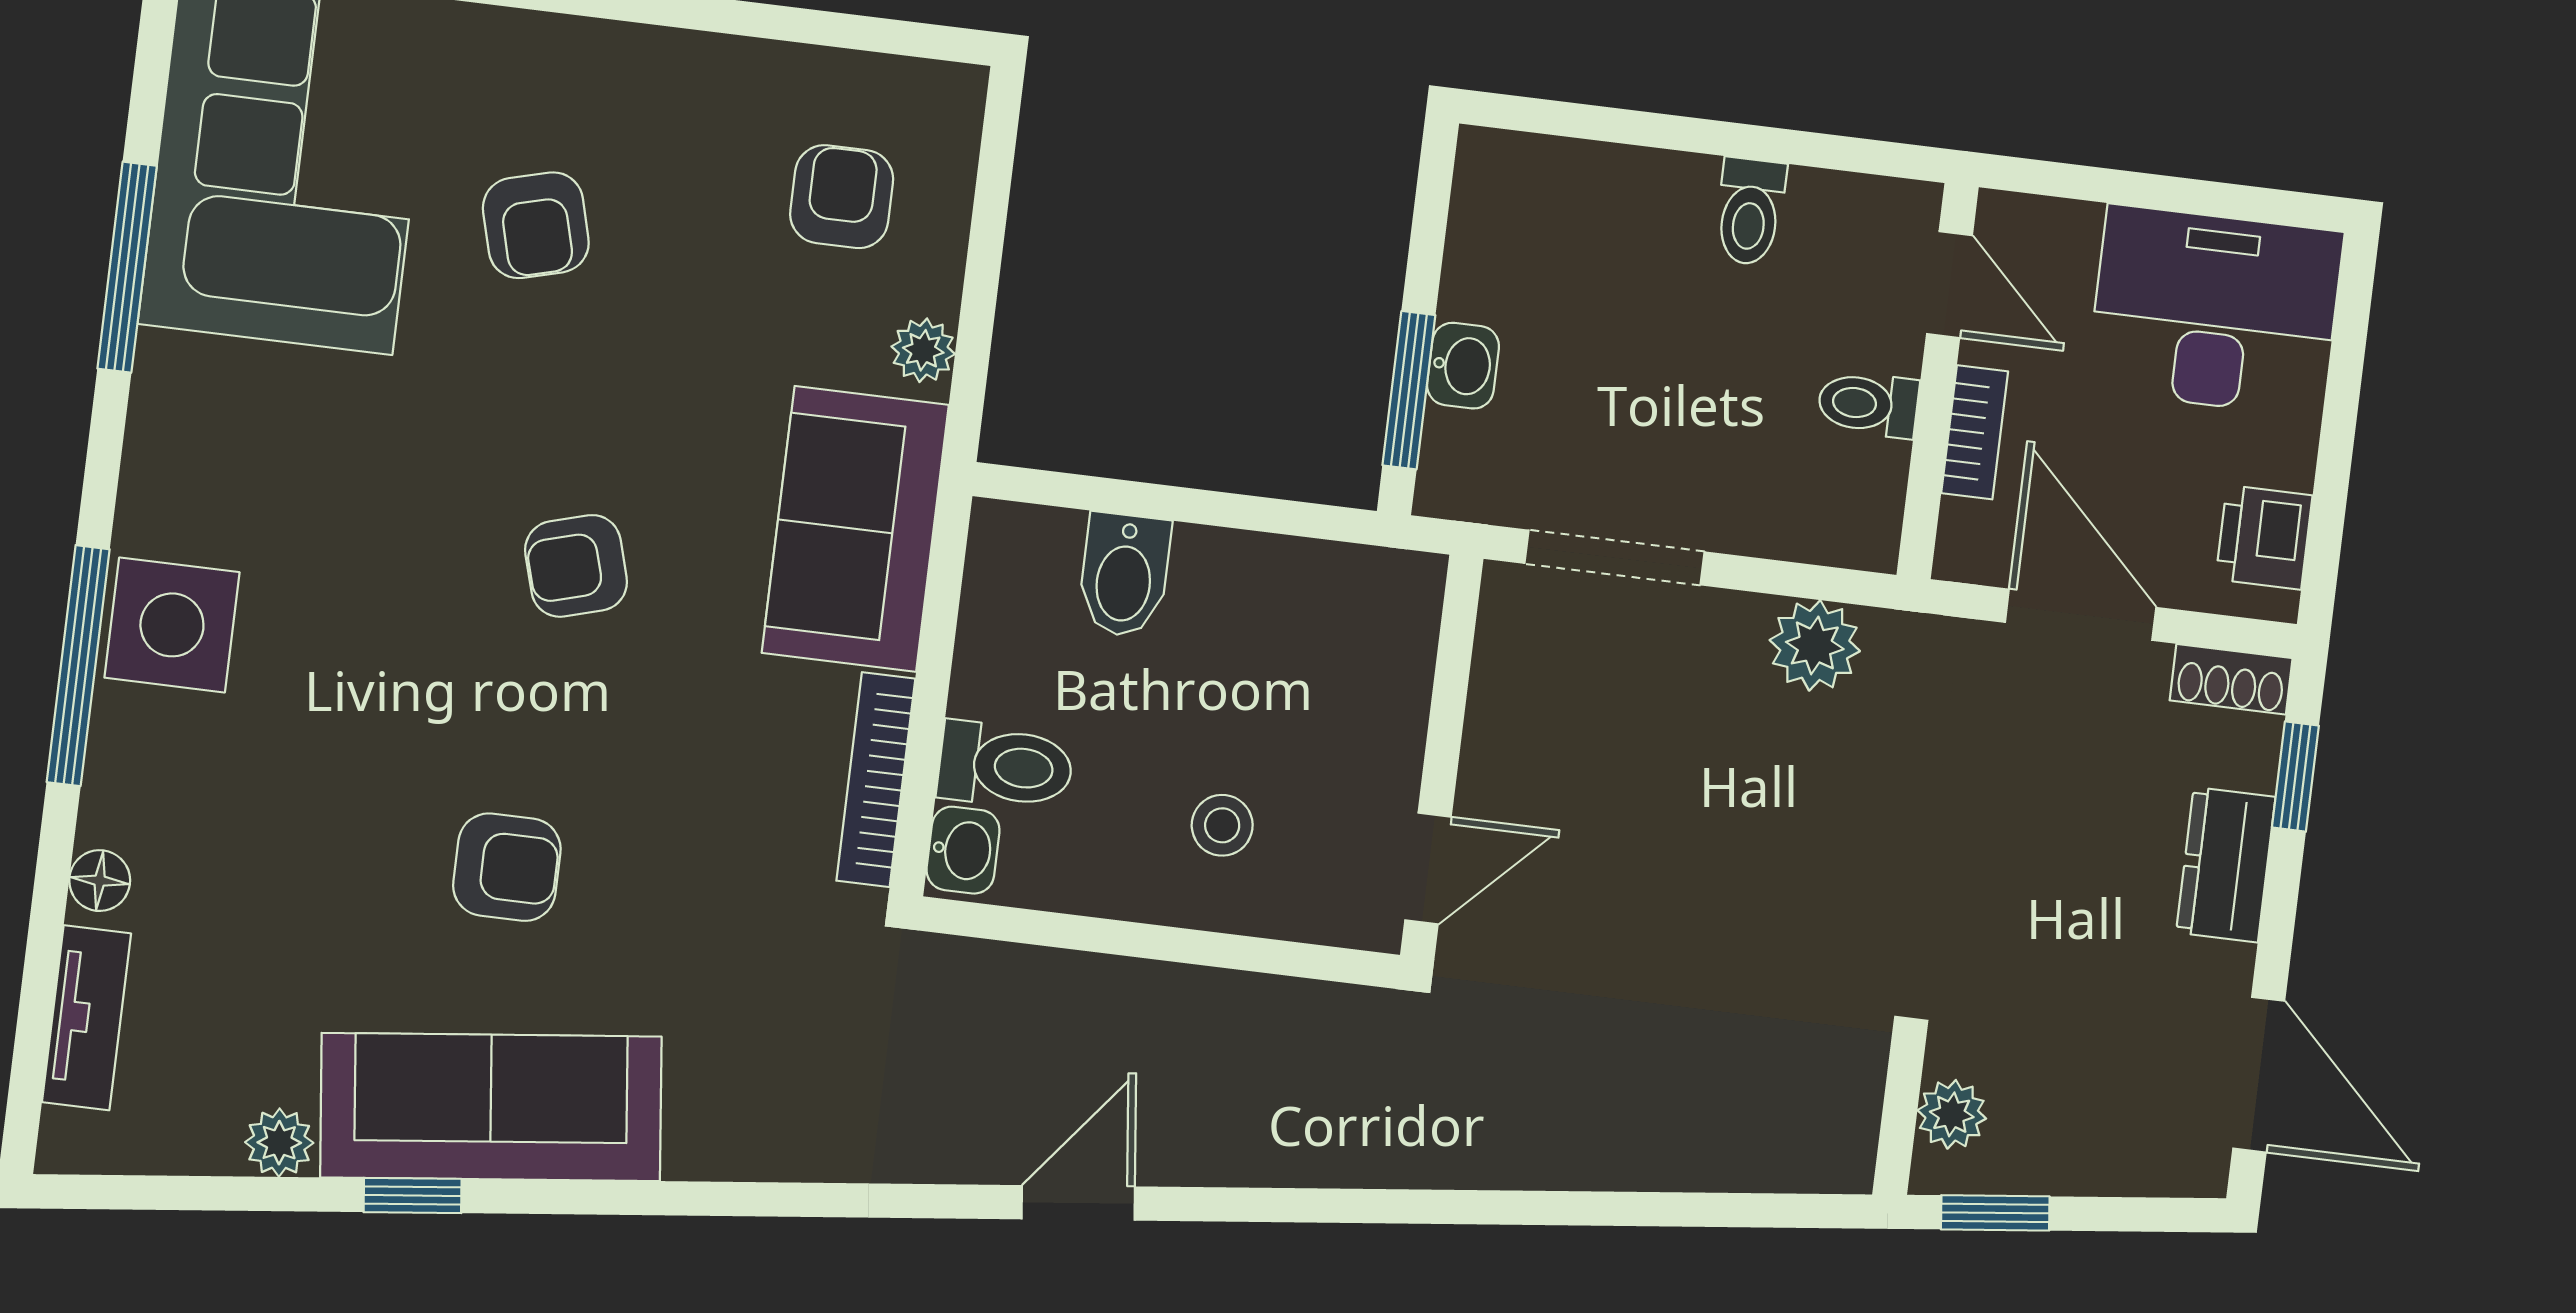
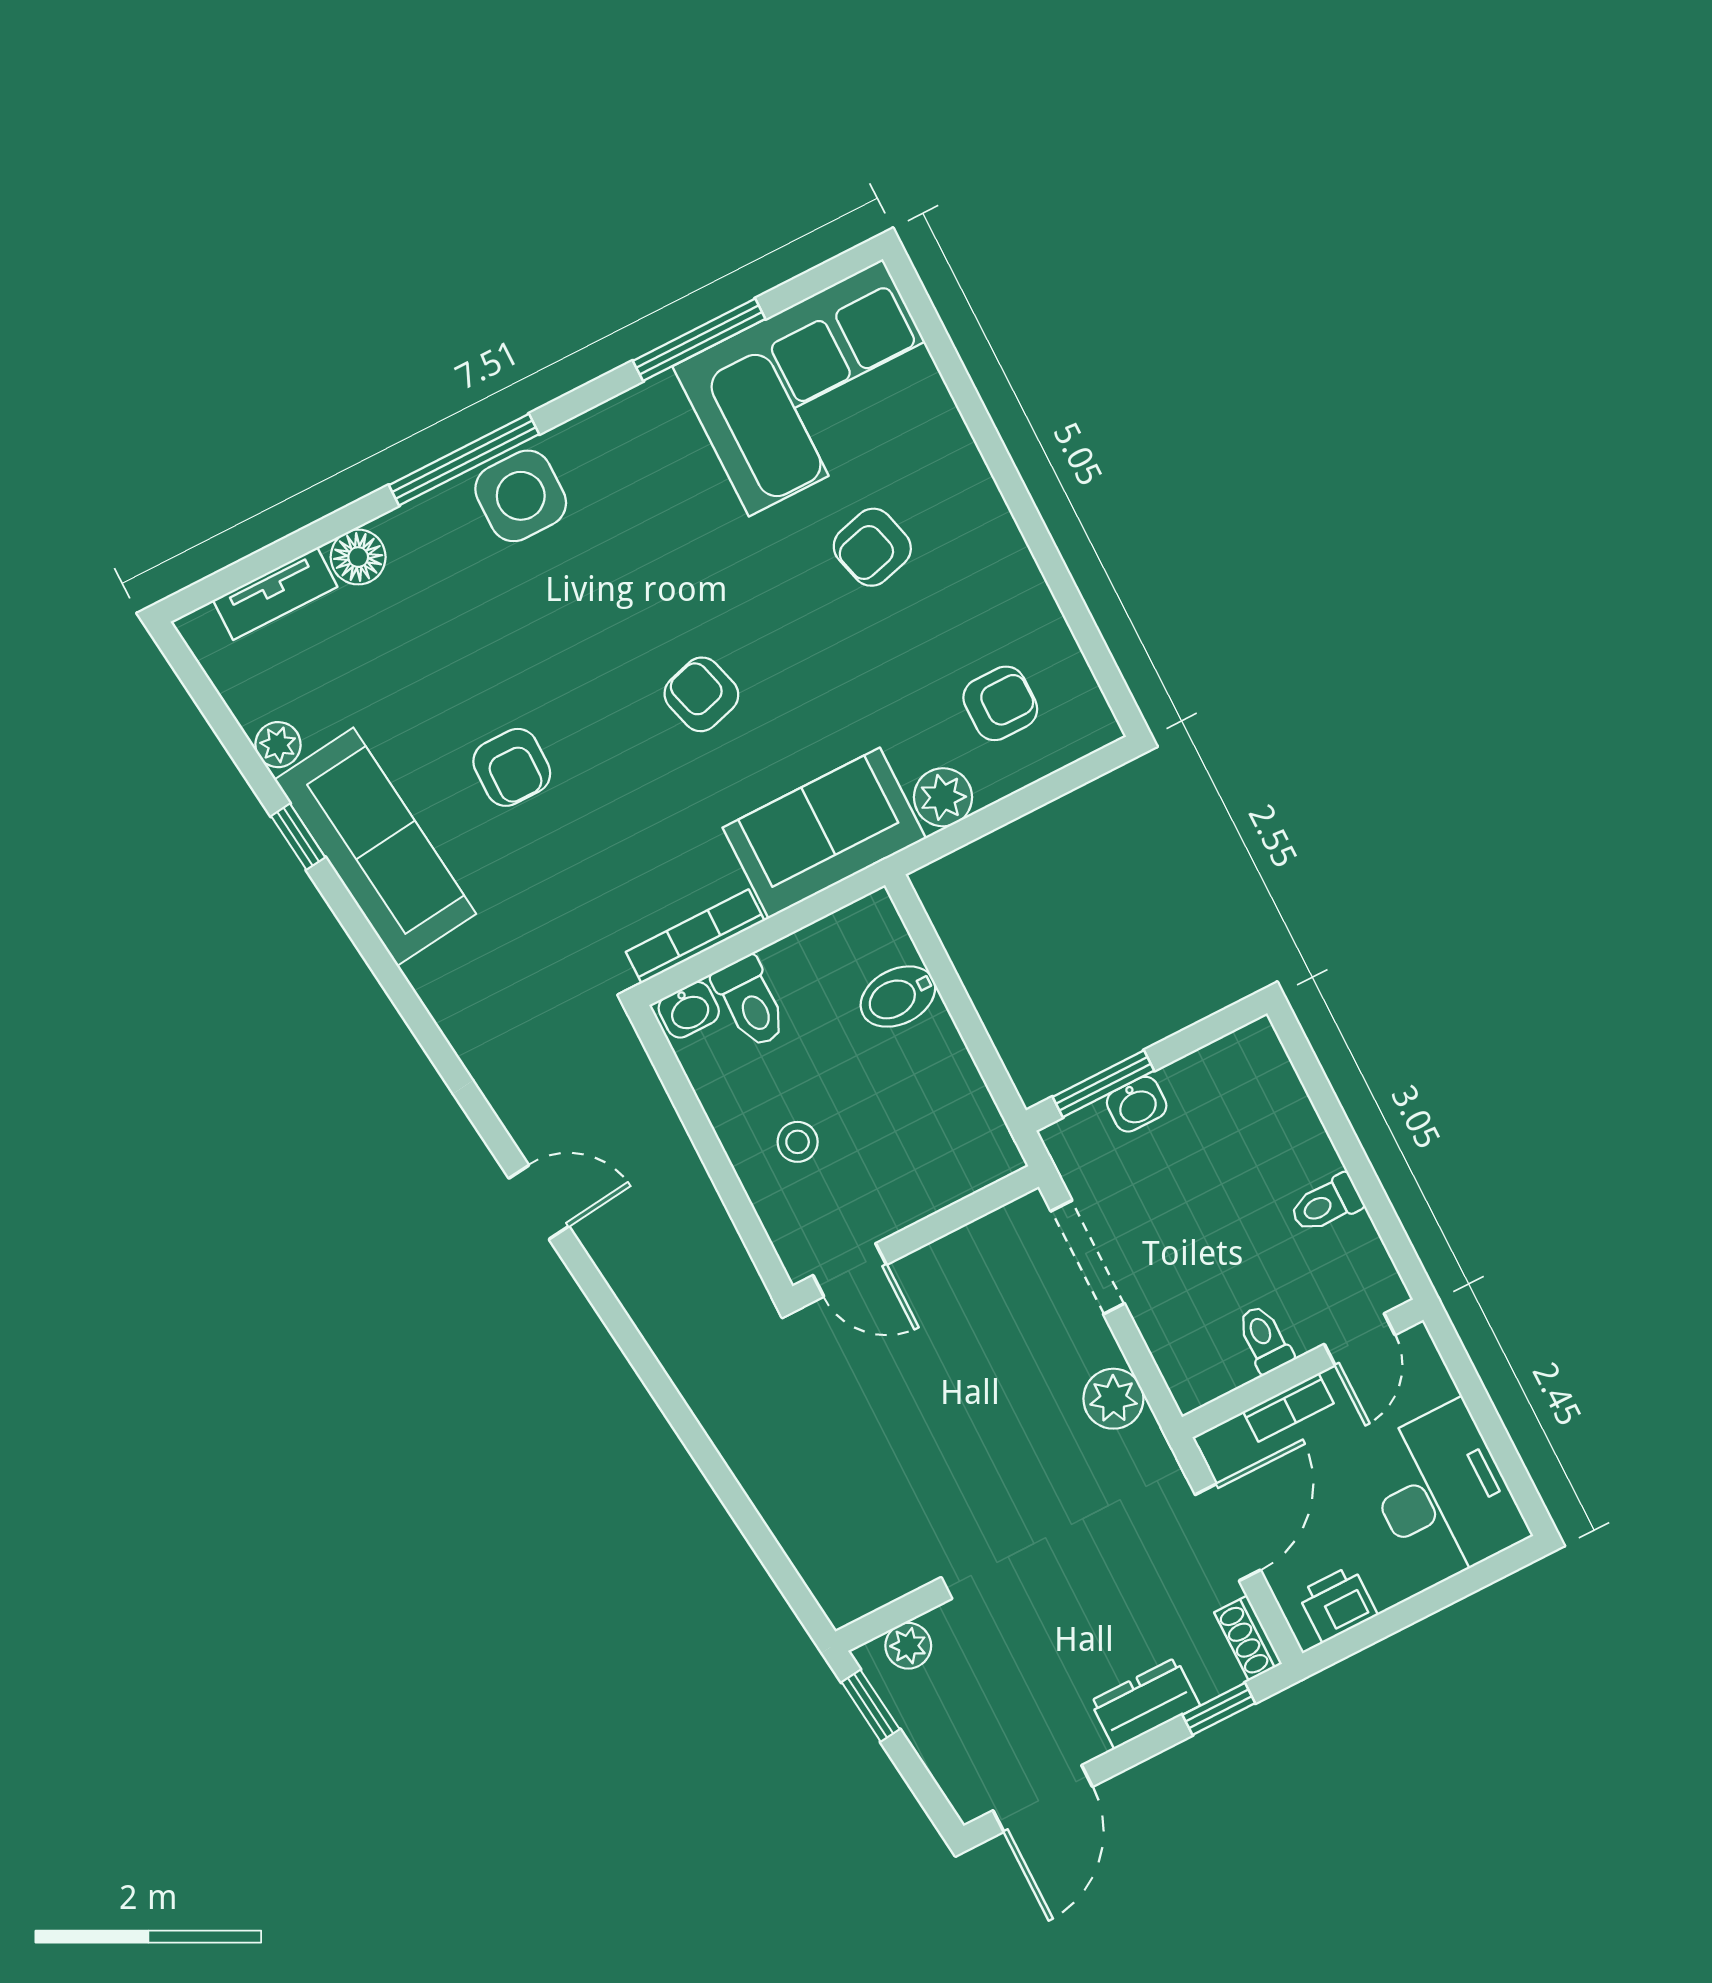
plant: (923, 350) -> (943, 797), width x1.38, depth x1.38
floor lamp: (100, 881) -> (358, 557), width x1.37, depth x1.37

